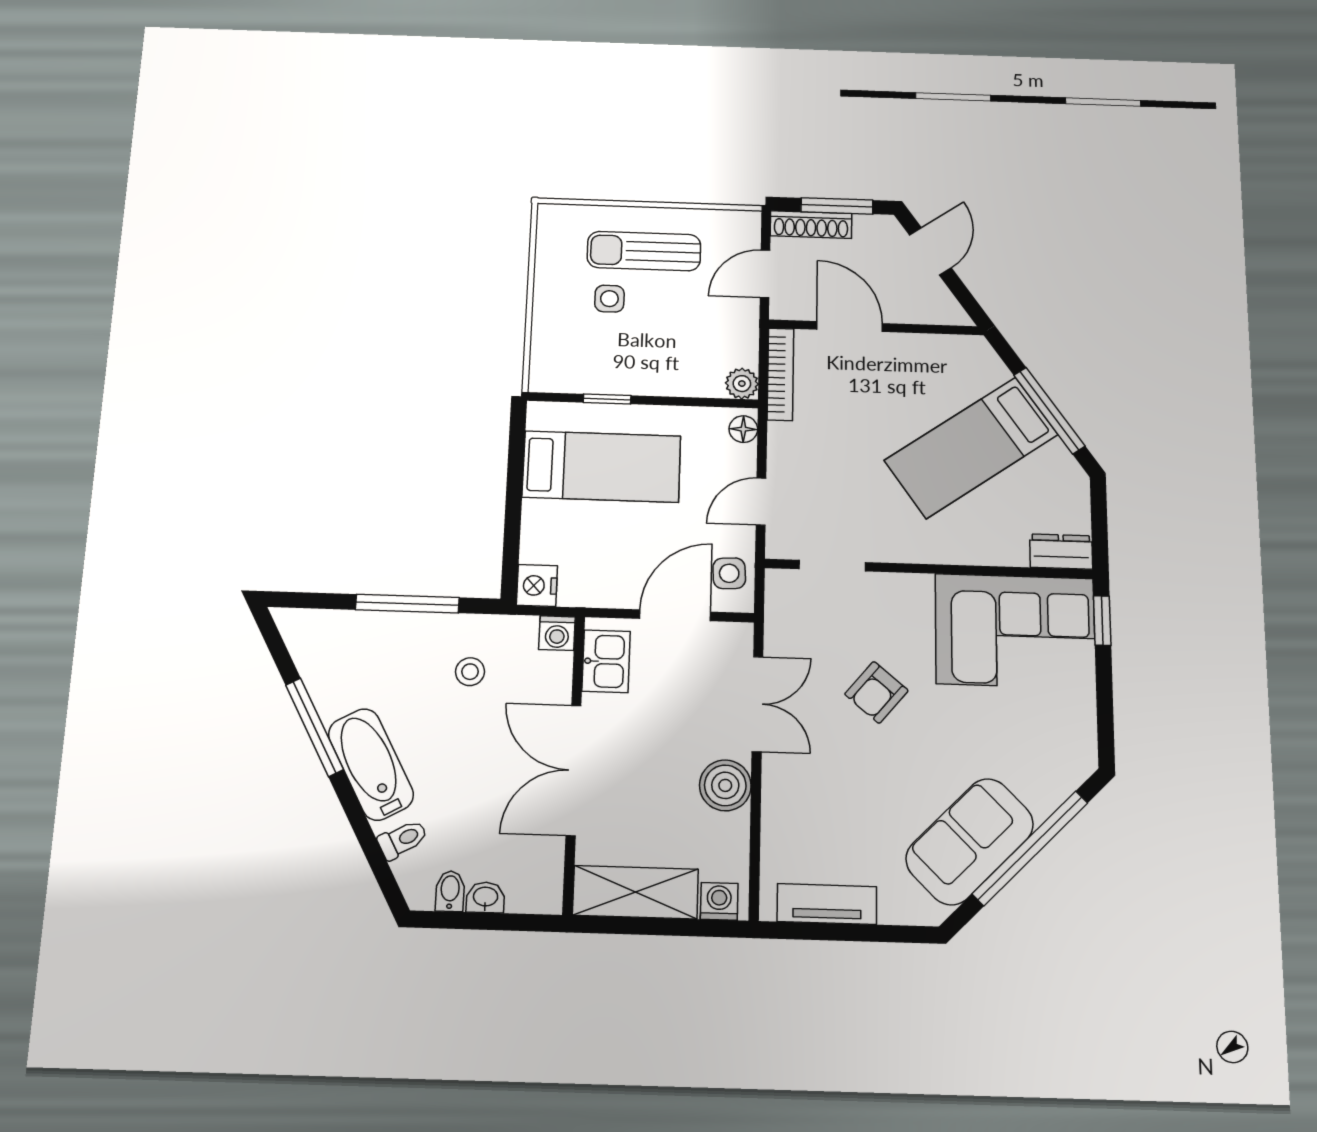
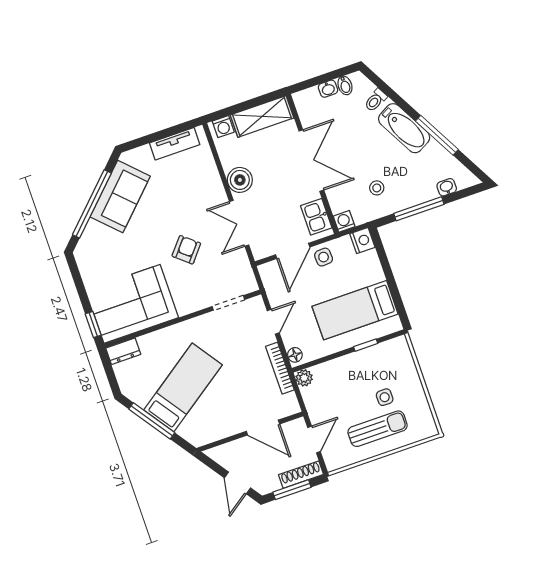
bookcase: (781, 374) -> (280, 368), moved
side table: (729, 573) -> (324, 257), moved
washbasin: (338, 624) -> (447, 187), added

